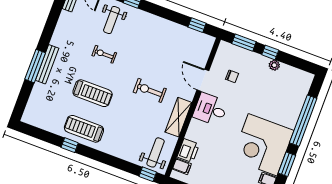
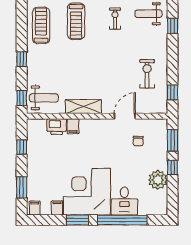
plant: (274, 65) -> (158, 180), width x1.87, depth x1.87
exercise bike: (150, 90) -> (147, 74), moved
desk: (210, 109) -> (124, 201), moved, turned 180
window: (70, 145) -> (22, 59), moved
filing cabinet: (182, 166) -> (73, 126), moved

